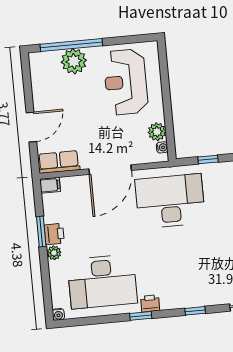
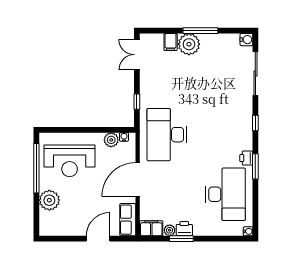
window: (71, 45) -> (36, 168), moved
door: (31, 127) -> (98, 239), hinge flipped
door: (110, 170) -> (138, 180), swing flipped
filing cabinet: (50, 185) -> (151, 228), width x2.00
plant: (54, 253) -> (170, 230), moved
window: (141, 316) -> (255, 166), width x1.50

